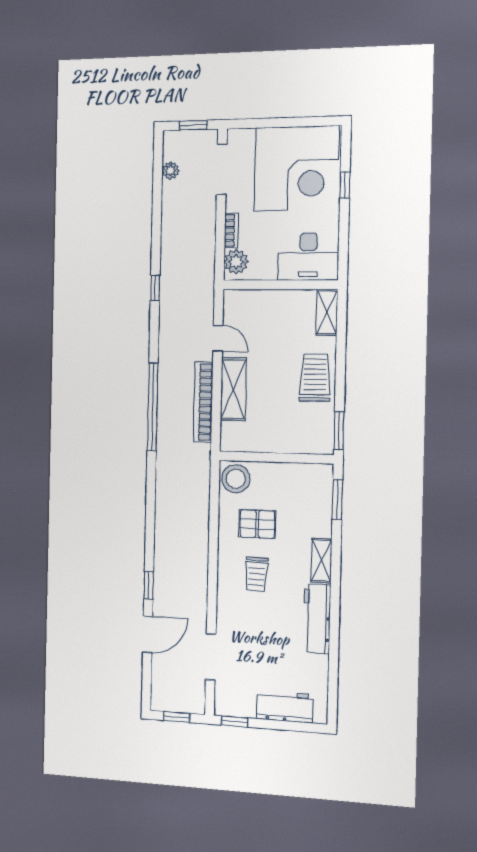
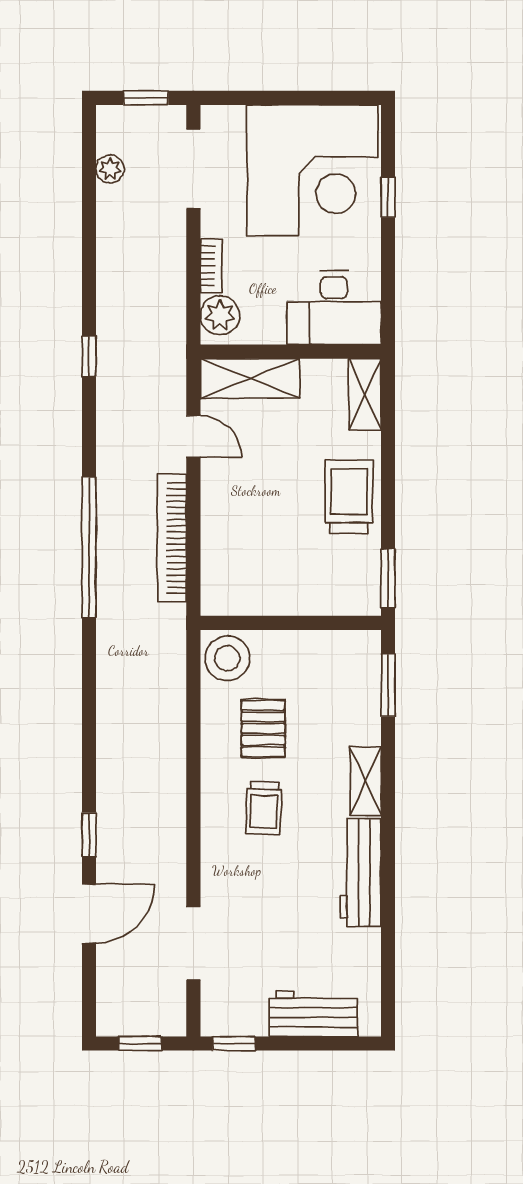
shelving: (233, 389) -> (250, 378), moved, turned 90
pallet: (257, 524) -> (263, 728), turned 90

